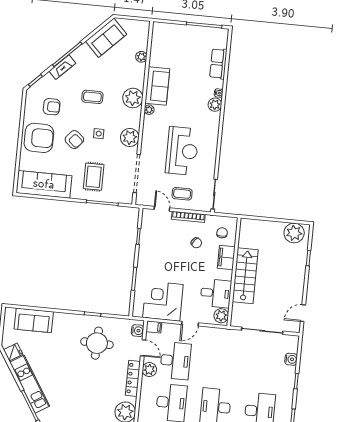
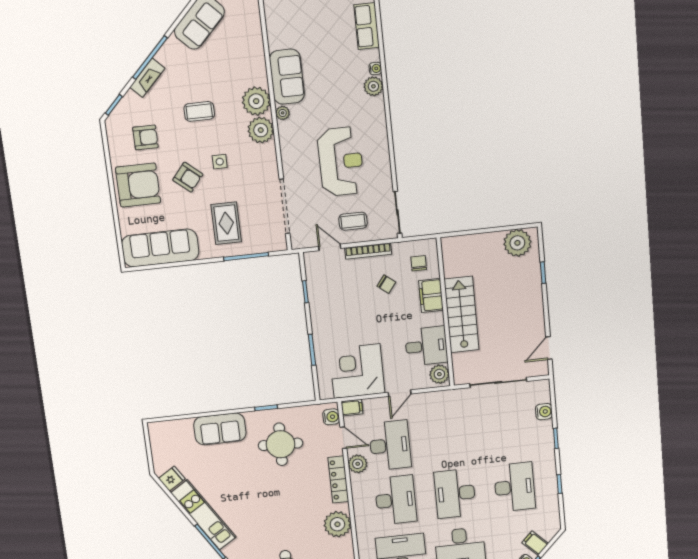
plant: (141, 57) -> (255, 39), removed
plant: (130, 137) -> (261, 130), moved
sofa: (34, 320) -> (220, 429), moved

